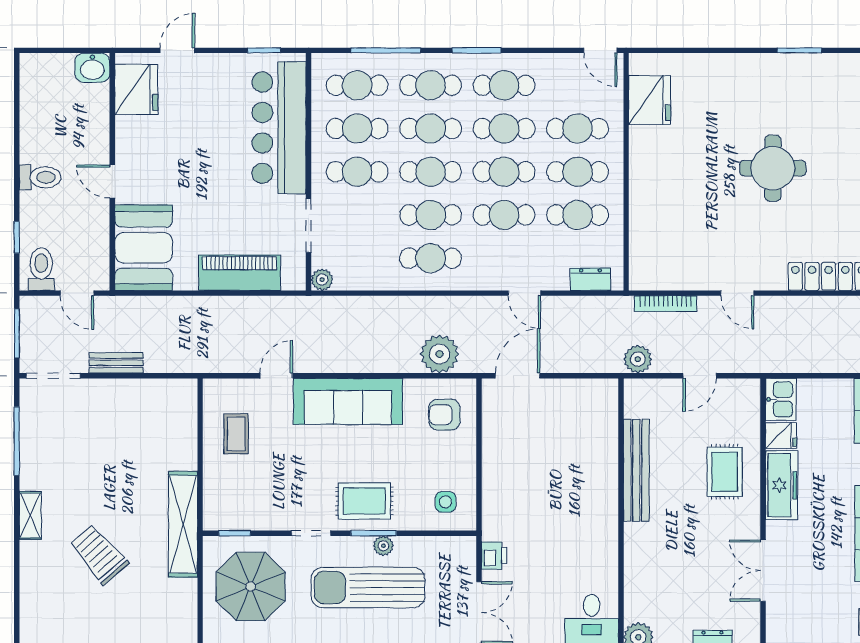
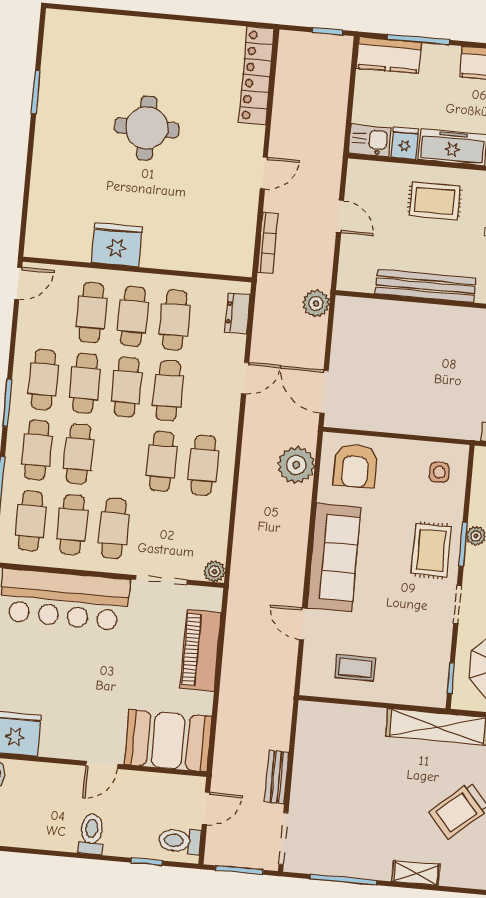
fridge: (650, 100) -> (117, 245), moved
cafe table: (431, 172) -> (120, 458), removed
plant: (638, 359) -> (316, 303), moved
armchair: (444, 415) -> (355, 466), width x1.38, depth x1.38

